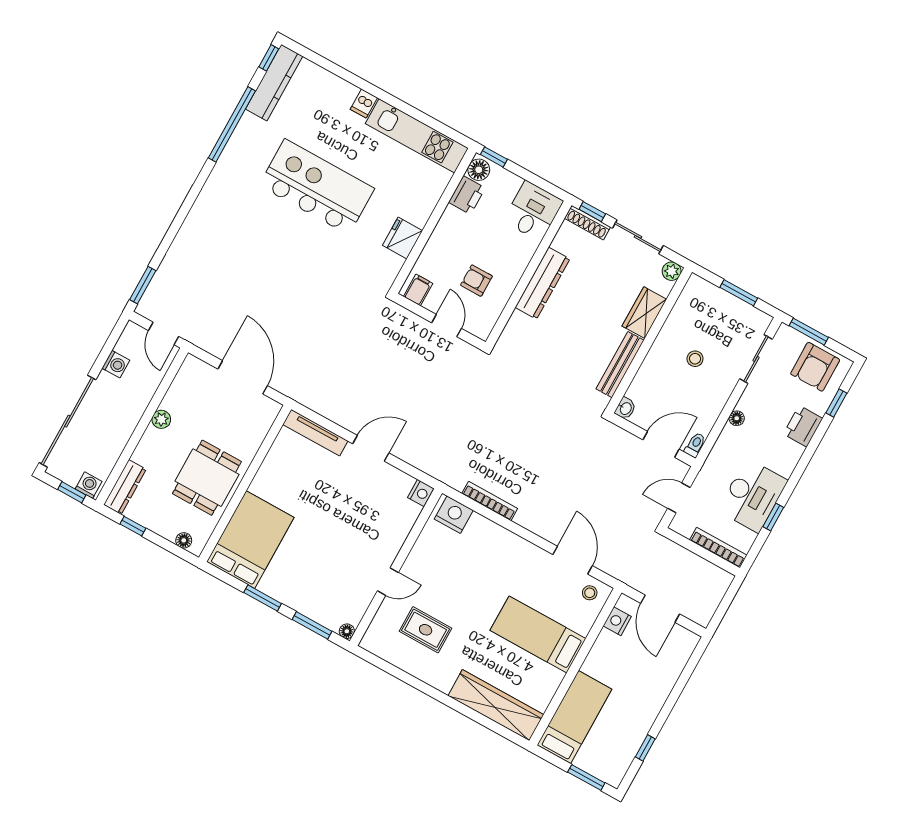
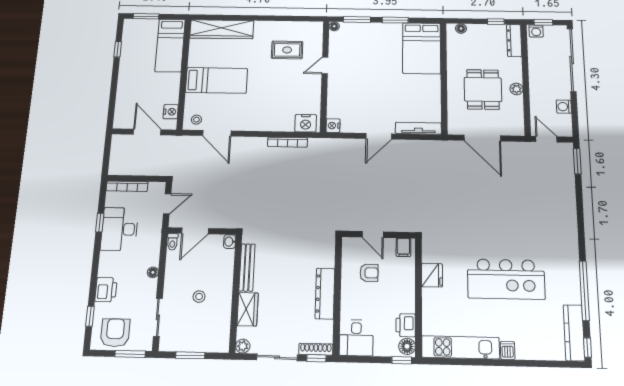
dining table: (207, 478) -> (483, 89), moved

